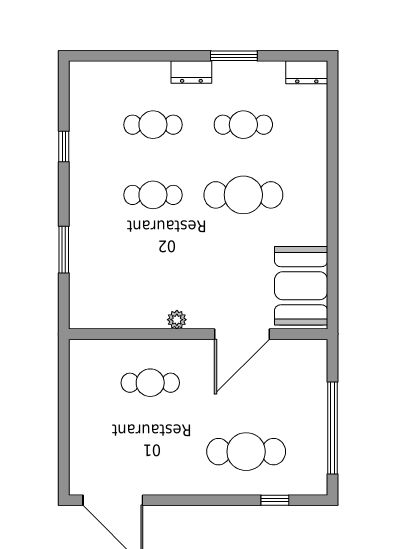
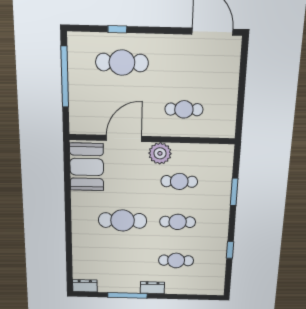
window: (234, 56) -> (128, 295), width x1.44
cafe table: (243, 125) -> (179, 181), moved
plant: (177, 320) -> (160, 153), width x1.87, depth x1.87
window: (275, 500) -> (117, 29), moved

